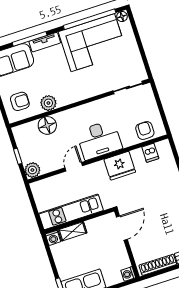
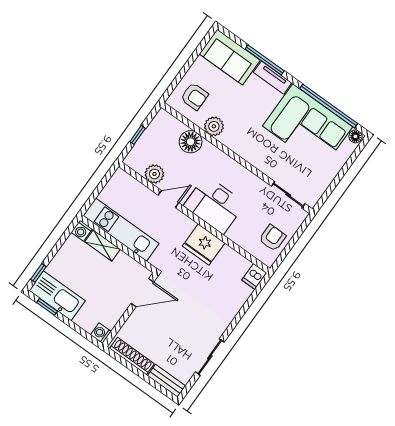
armchair: (145, 131) -> (272, 238), moved
dishwasher: (150, 153) -> (254, 276), moved
plant: (32, 170) -> (154, 174), moved

